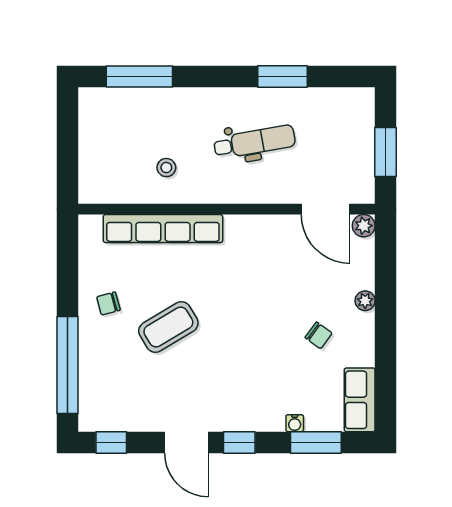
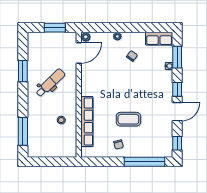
dental chair: (255, 142) -> (50, 83), turned 56
coffee table: (168, 327) -> (128, 119), turned -59

